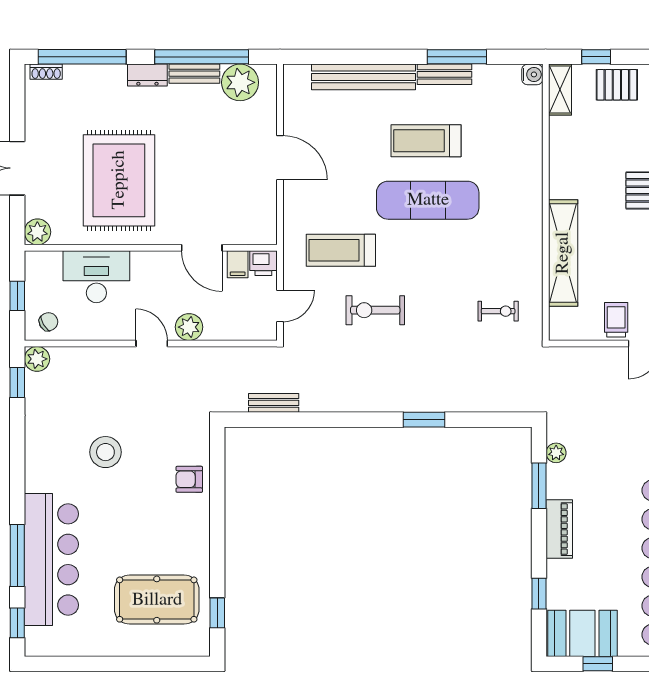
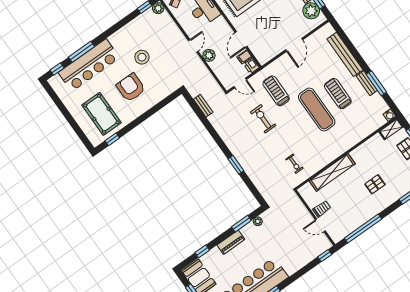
armchair: (189, 479) -> (131, 88), moved, width x1.88, depth x1.88

